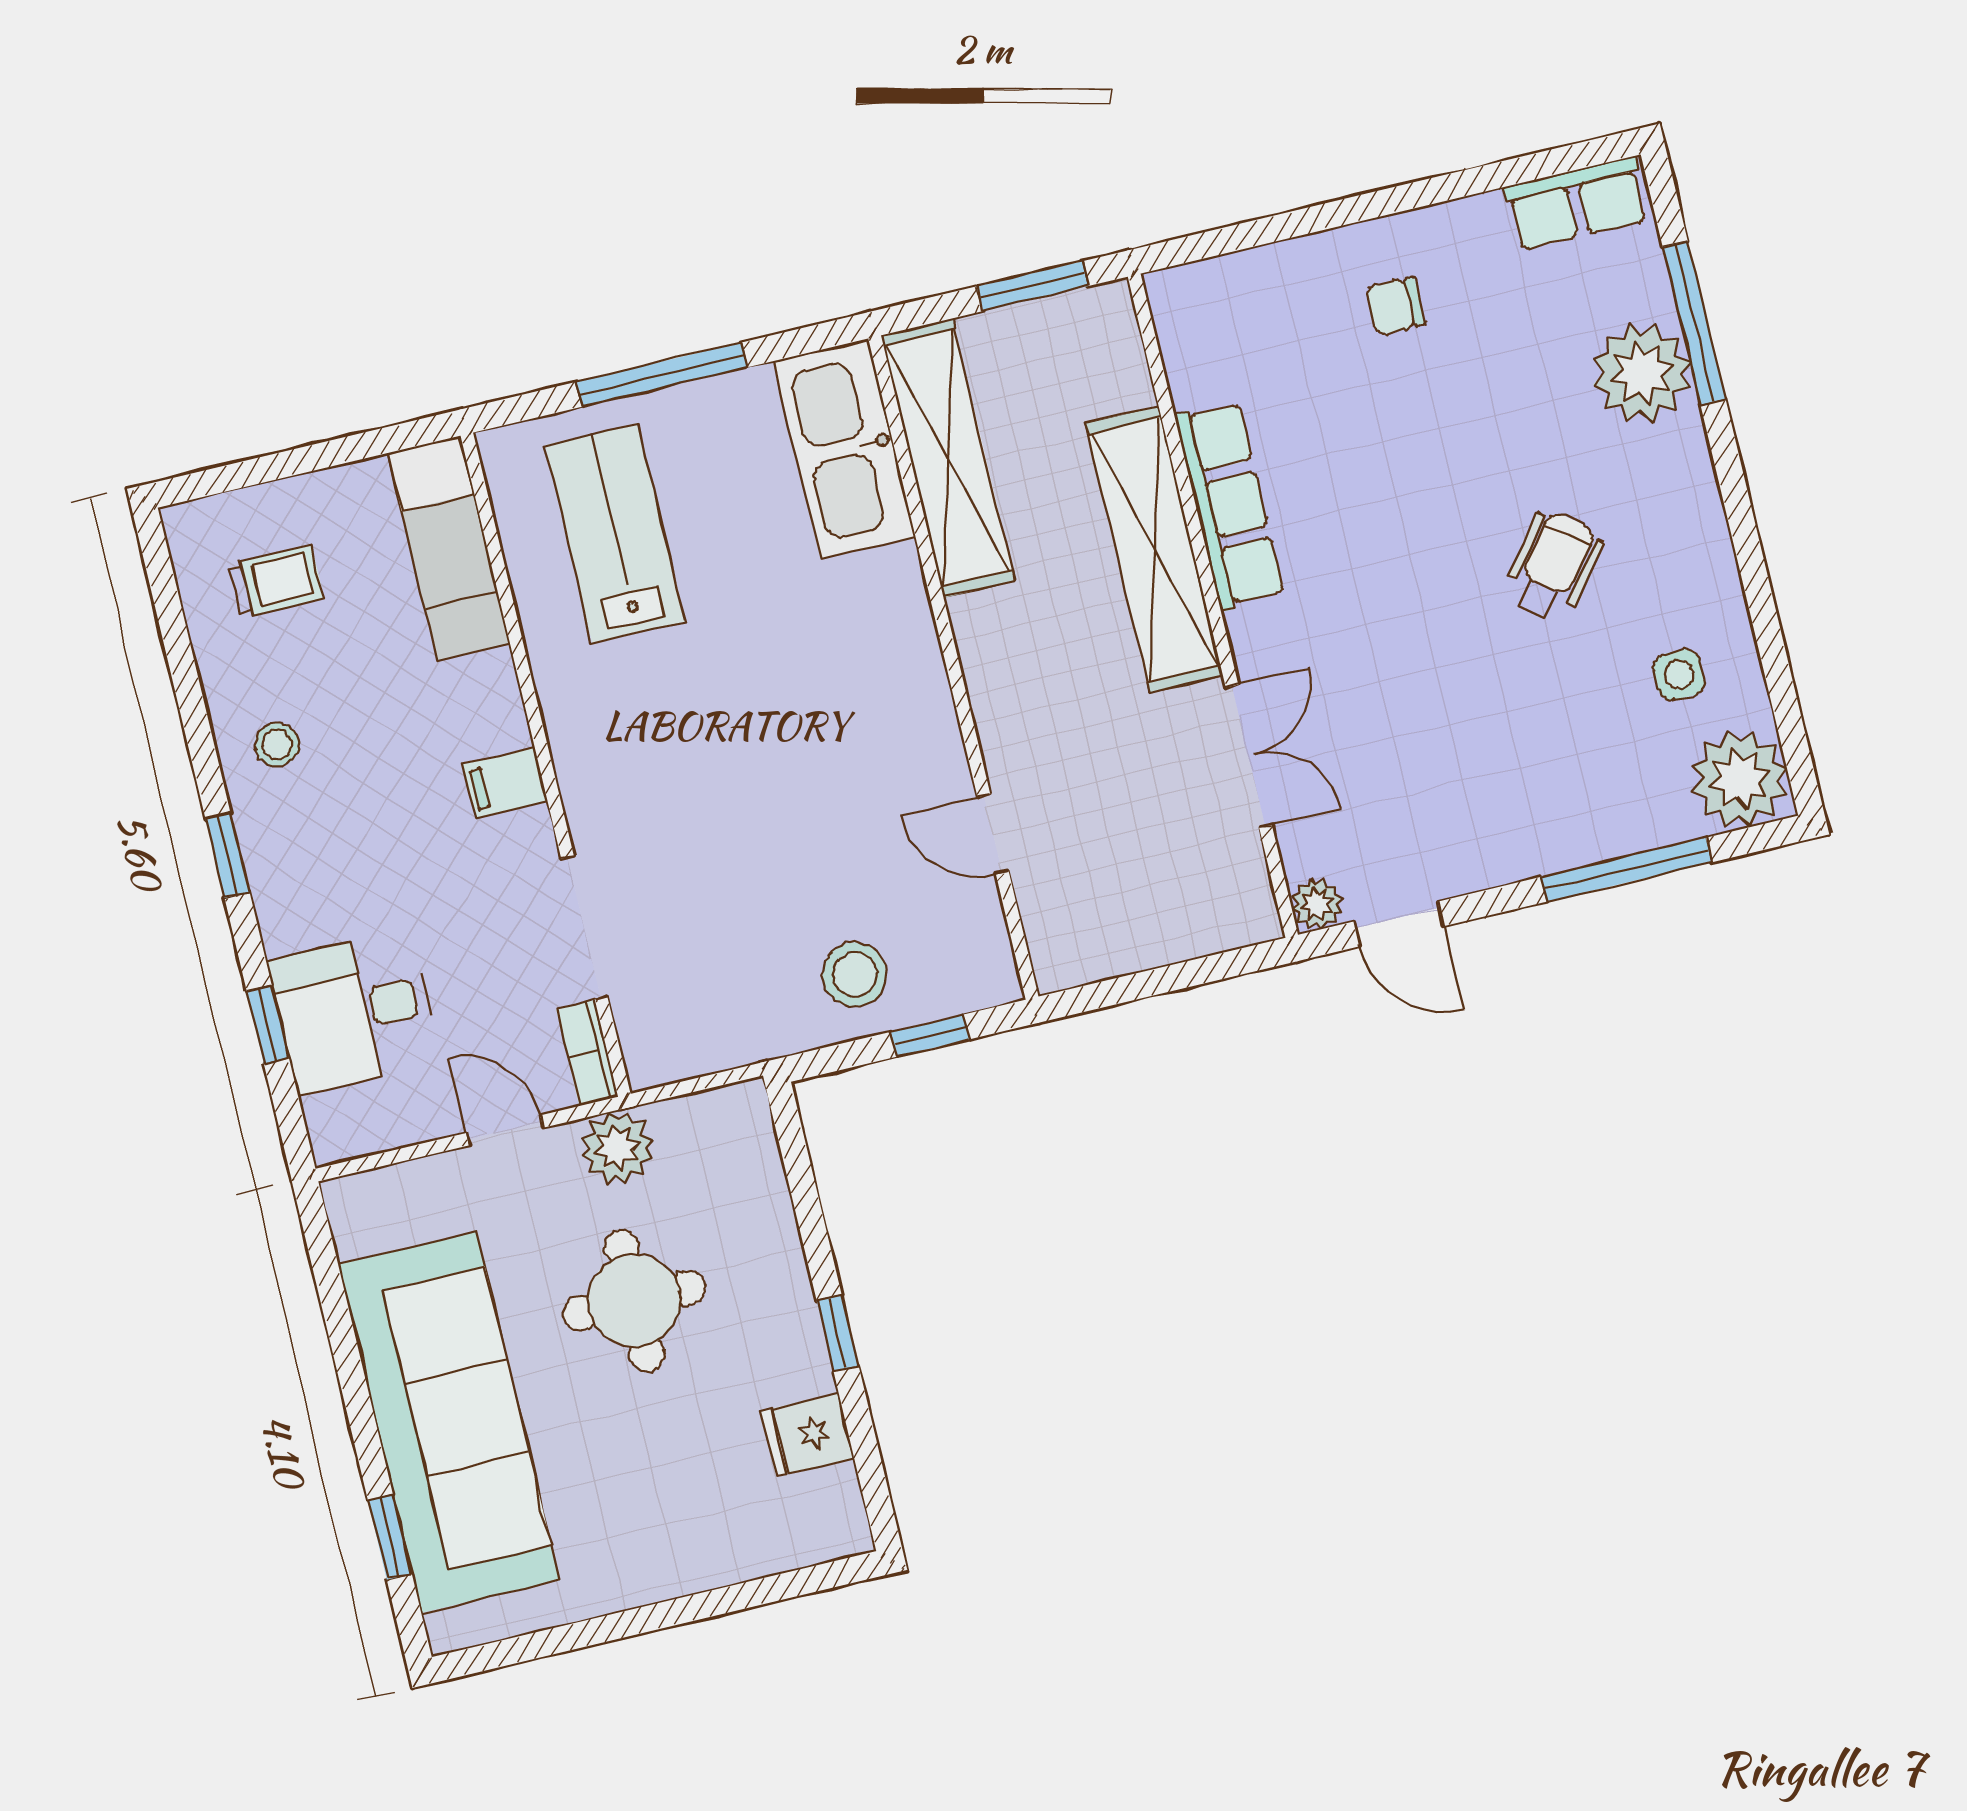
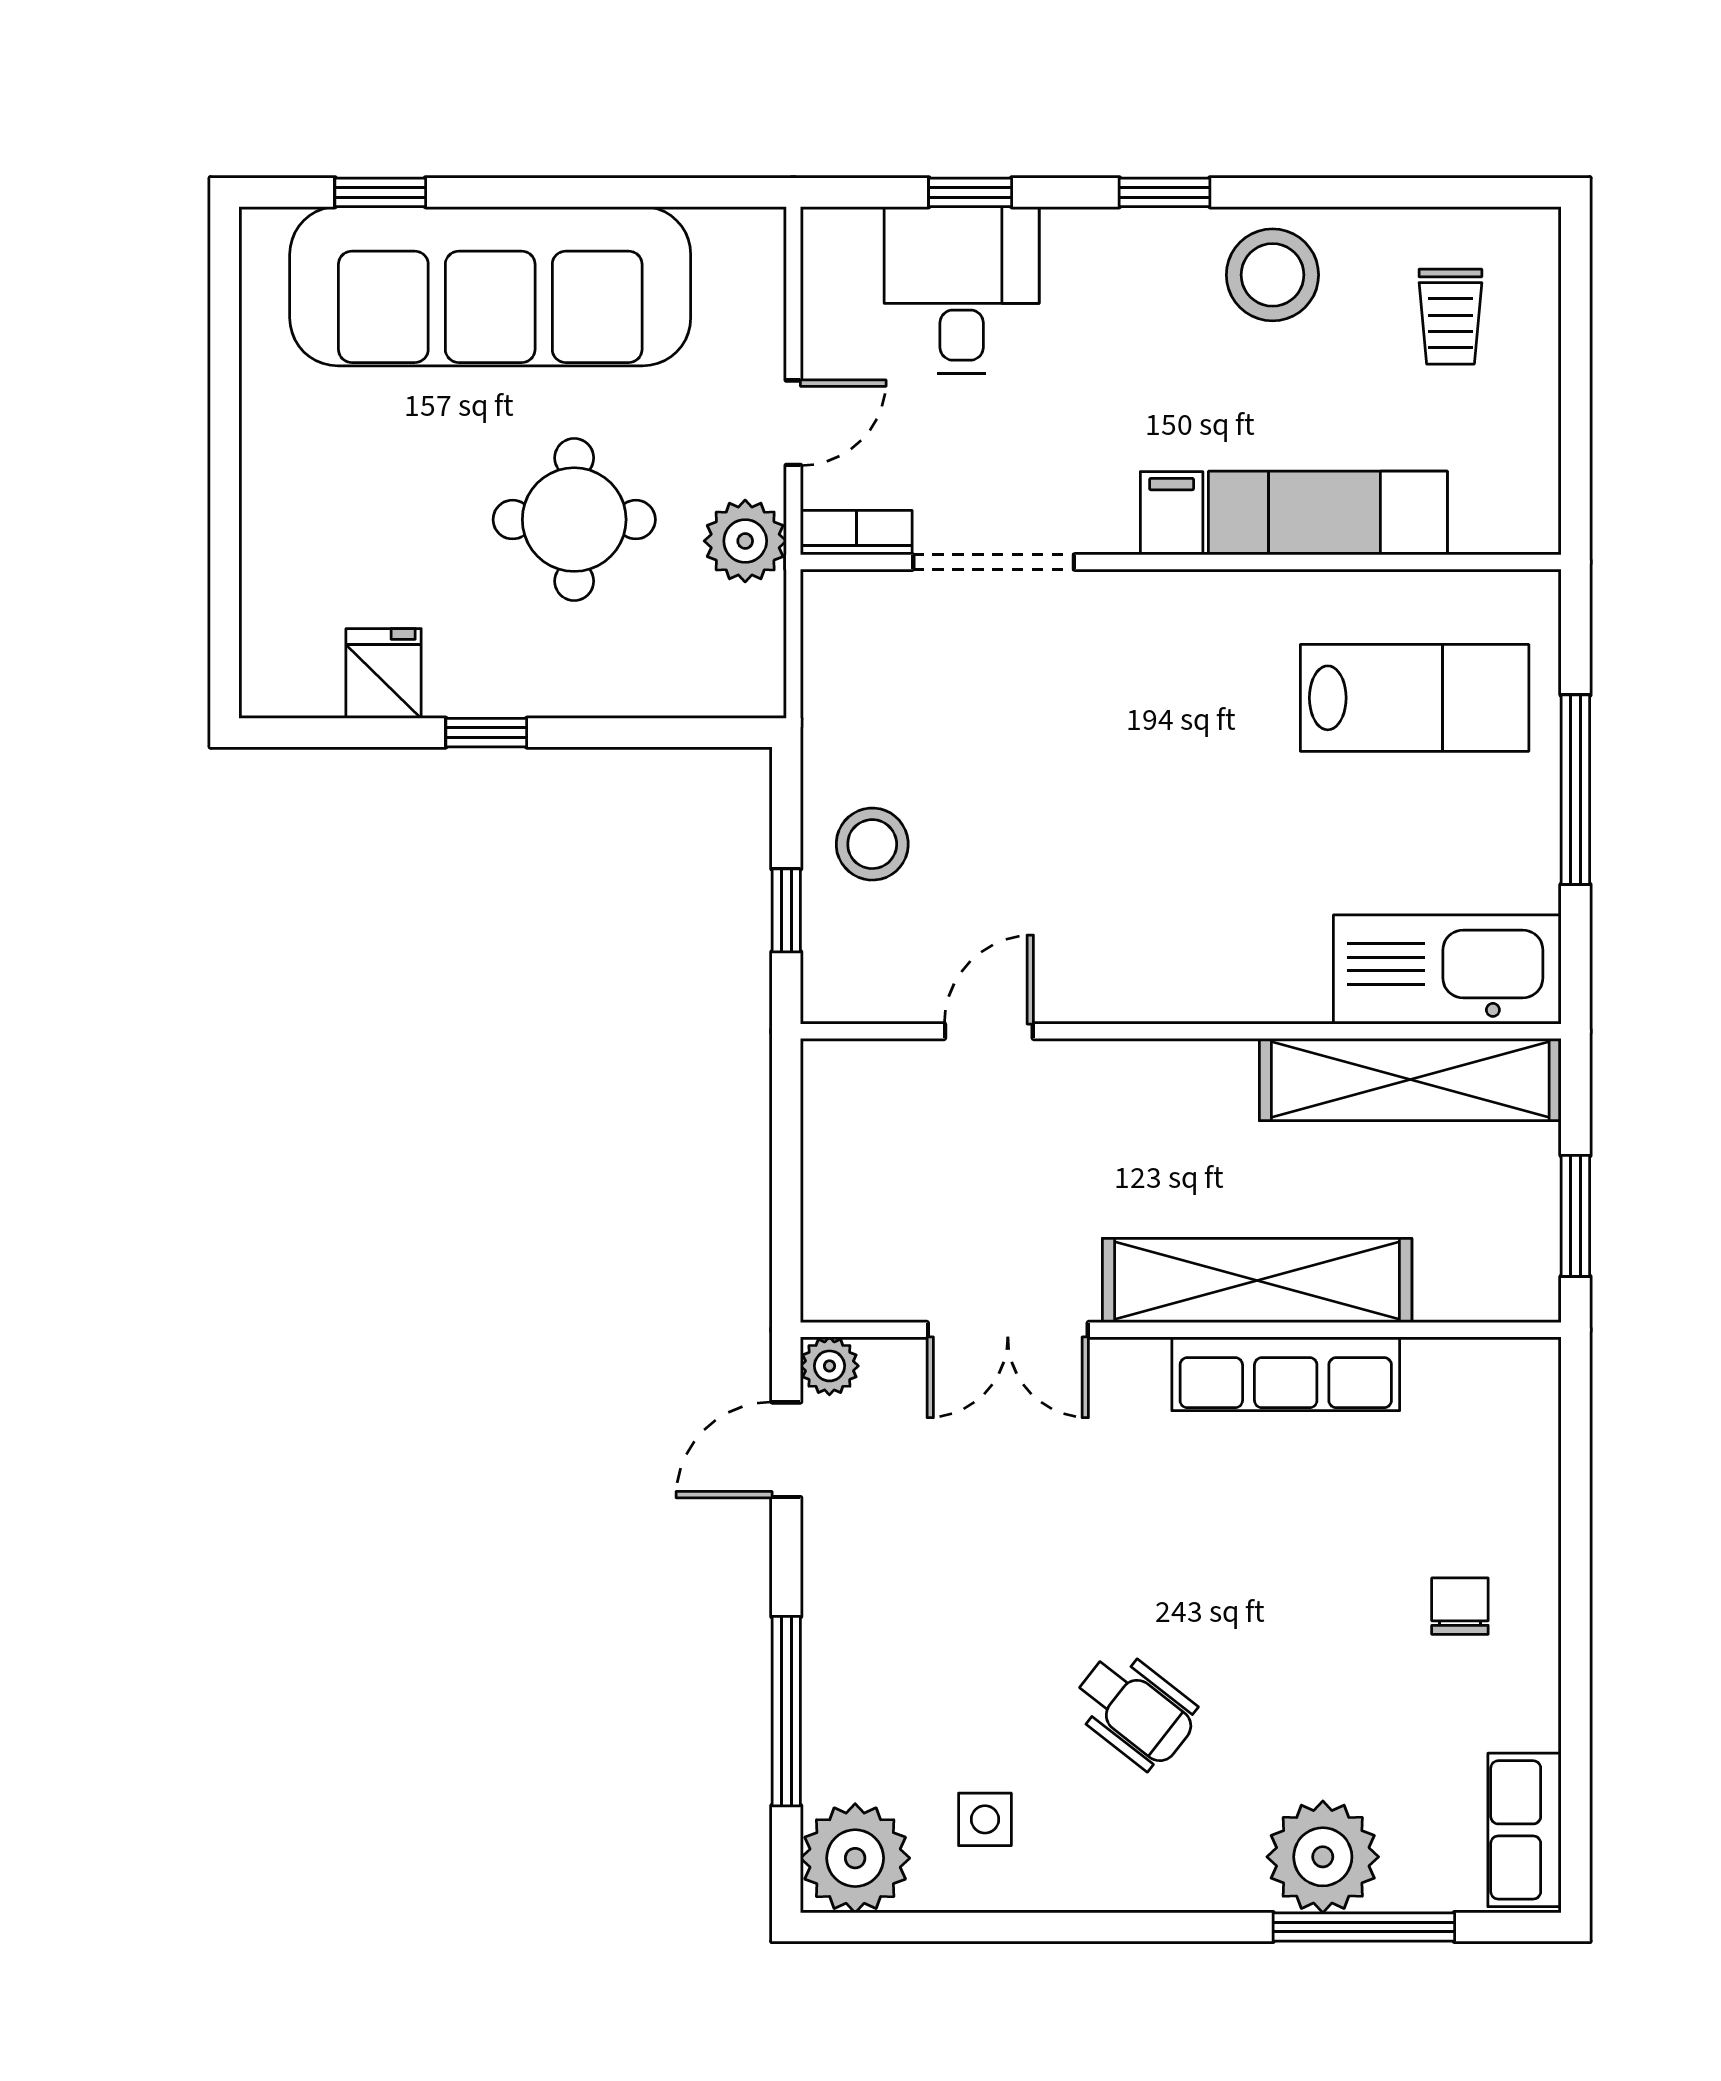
exam couch: (449, 548) -> (1328, 513), moved
stool: (277, 745) -> (1272, 275), width x1.89, depth x1.89

